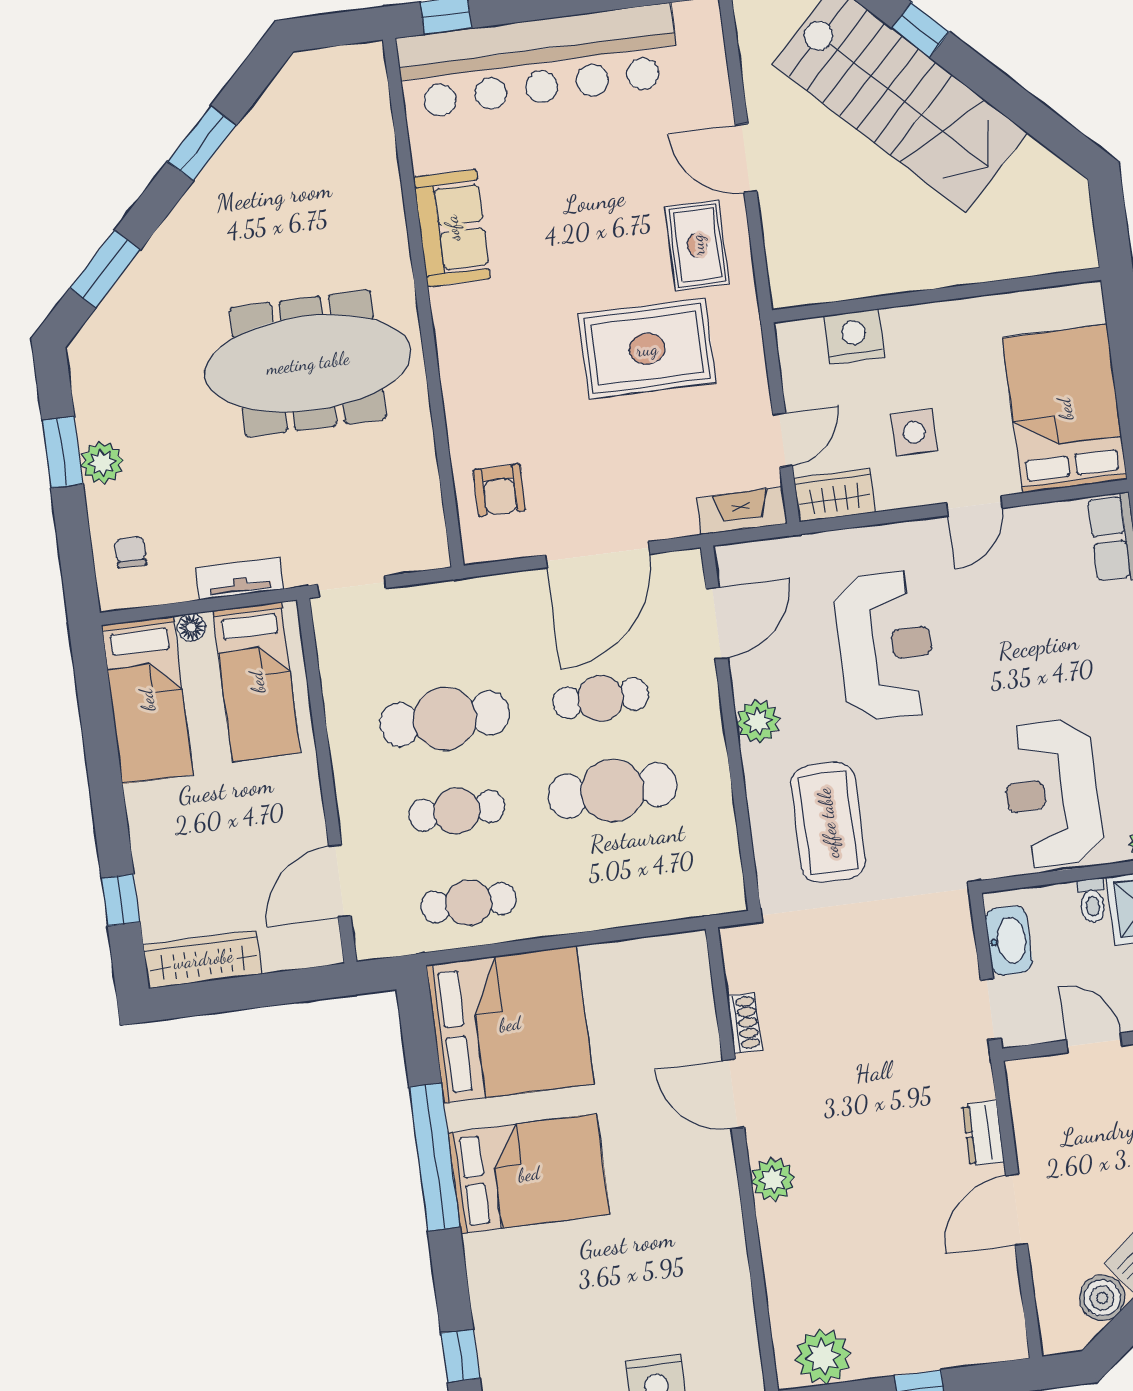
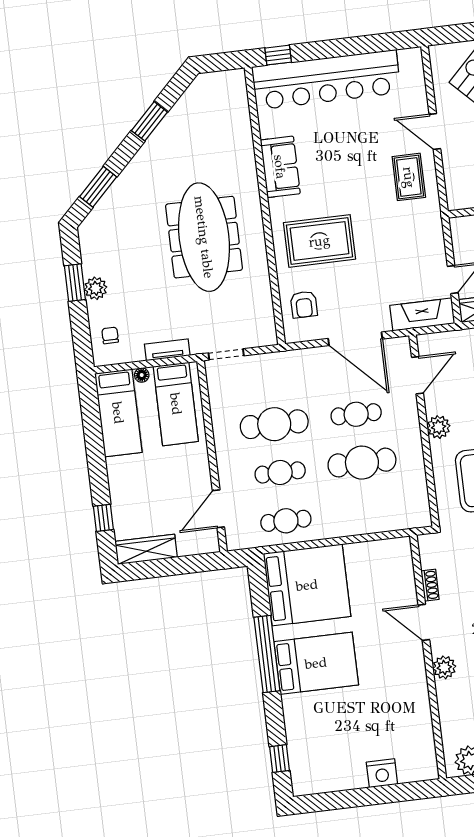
rug: (647, 349) -> (319, 241), moved
meeting table: (308, 363) -> (204, 237), turned 90
fireplace: (742, 511) -> (422, 314), width x1.37, depth x1.32
door: (598, 554) -> (355, 339), hinge flipped

